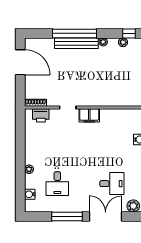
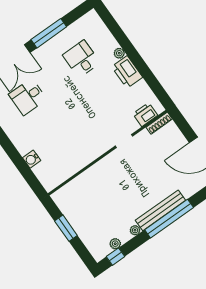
filing cabinet: (89, 115) -> (97, 148), removed
printer: (33, 153) -> (127, 72), added
water cooler: (30, 194) -> (101, 29), removed

